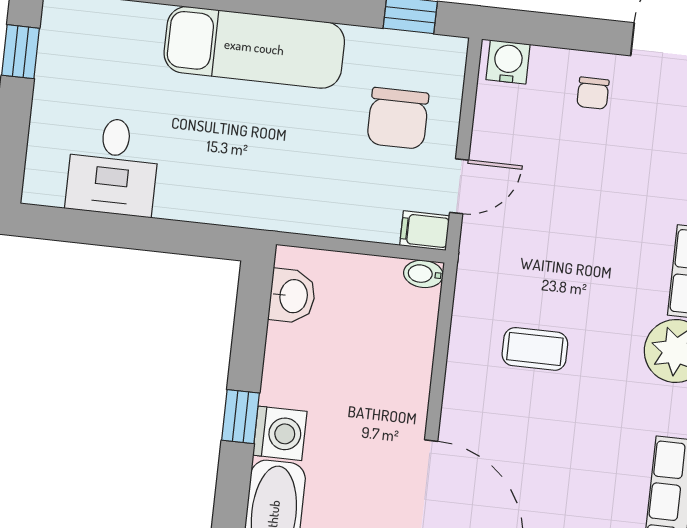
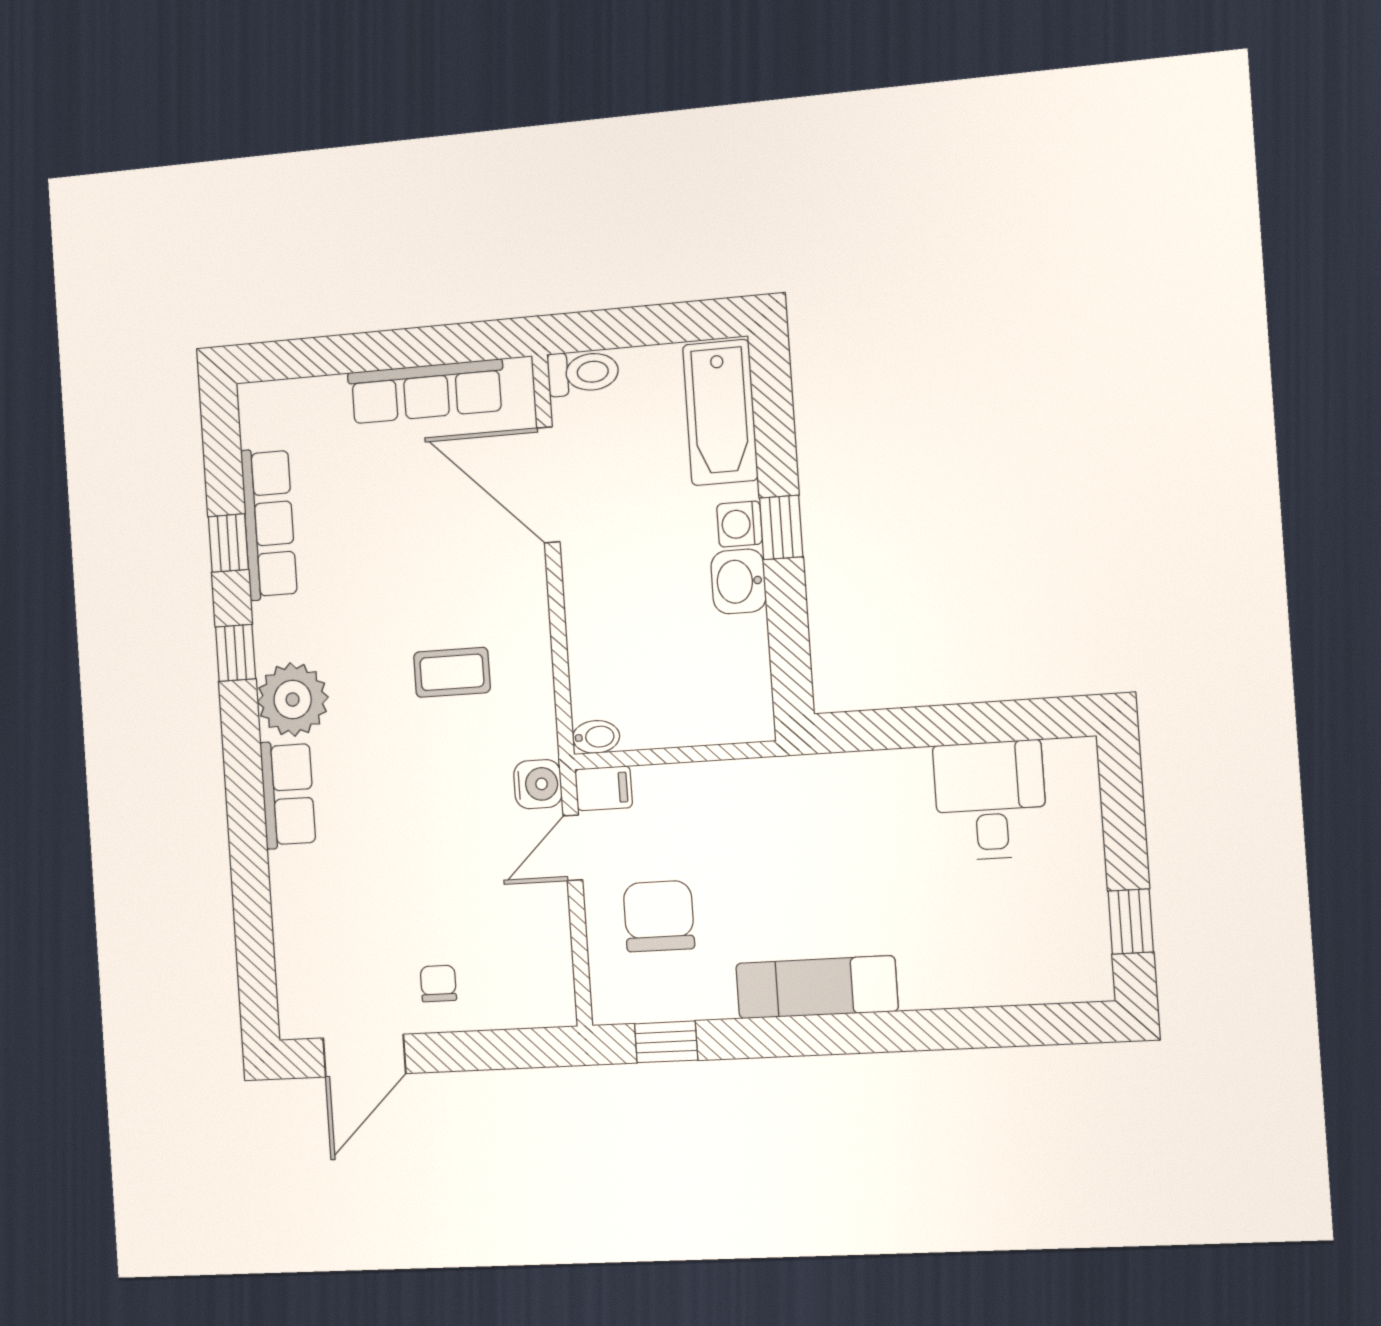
exam couch: (254, 47) -> (817, 987), width x0.73, depth x0.69
water cooler: (508, 62) -> (538, 784), moved, turned -90
washbasin: (292, 296) -> (739, 581), moved
washing machine: (280, 433) -> (740, 524), width x0.73, depth x0.73

